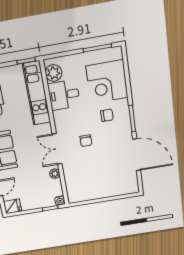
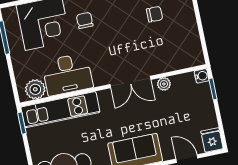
desk: (64, 95) -> (67, 74), width x1.37
chair: (86, 141) -> (155, 14), moved

